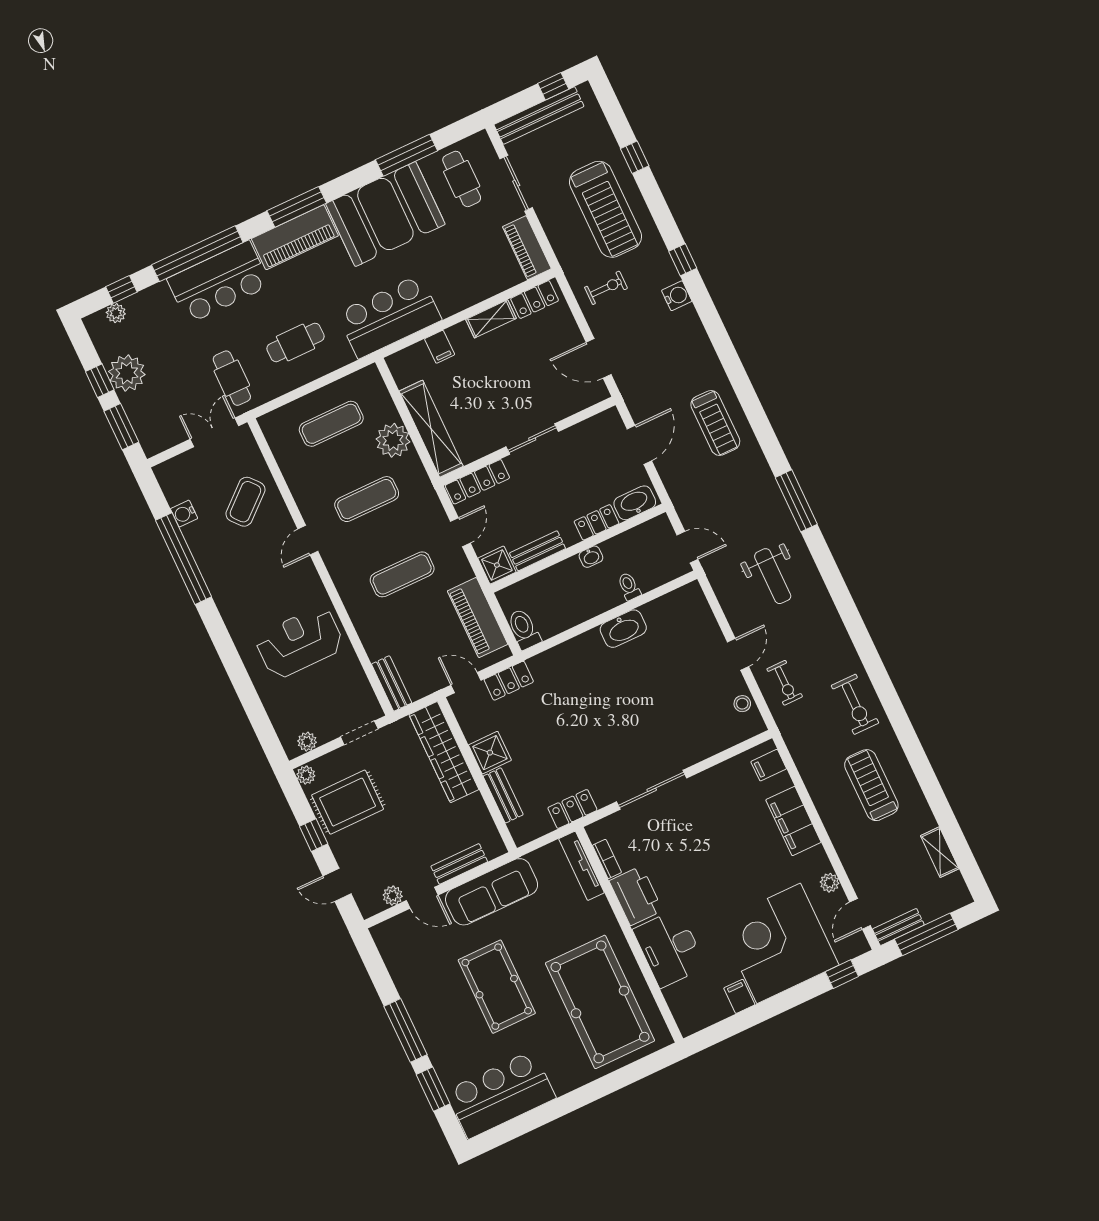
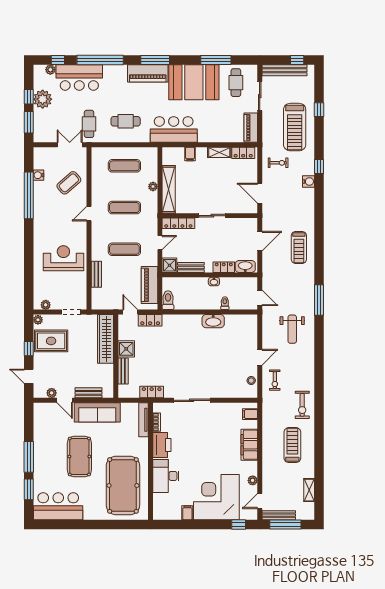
bar counter: (219, 282) -> (79, 78), moved
plant: (393, 440) -> (153, 187), width x0.53, depth x0.53
bench: (392, 683) -> (96, 274), moved
bench: (898, 927) -> (279, 515), width x1.36

